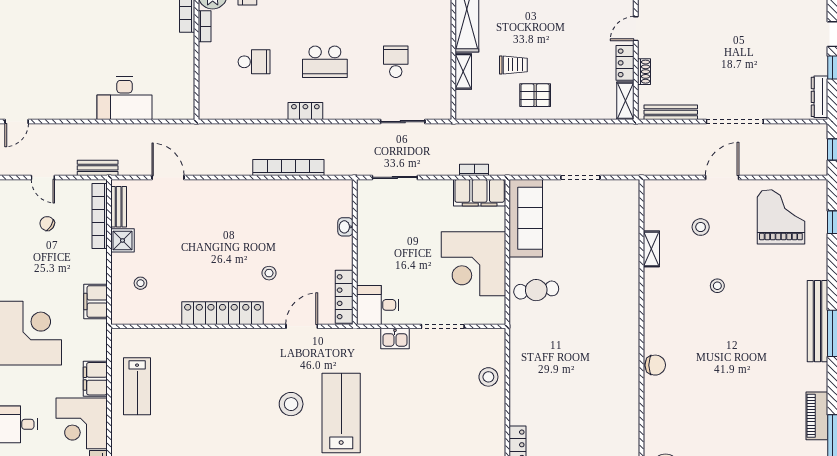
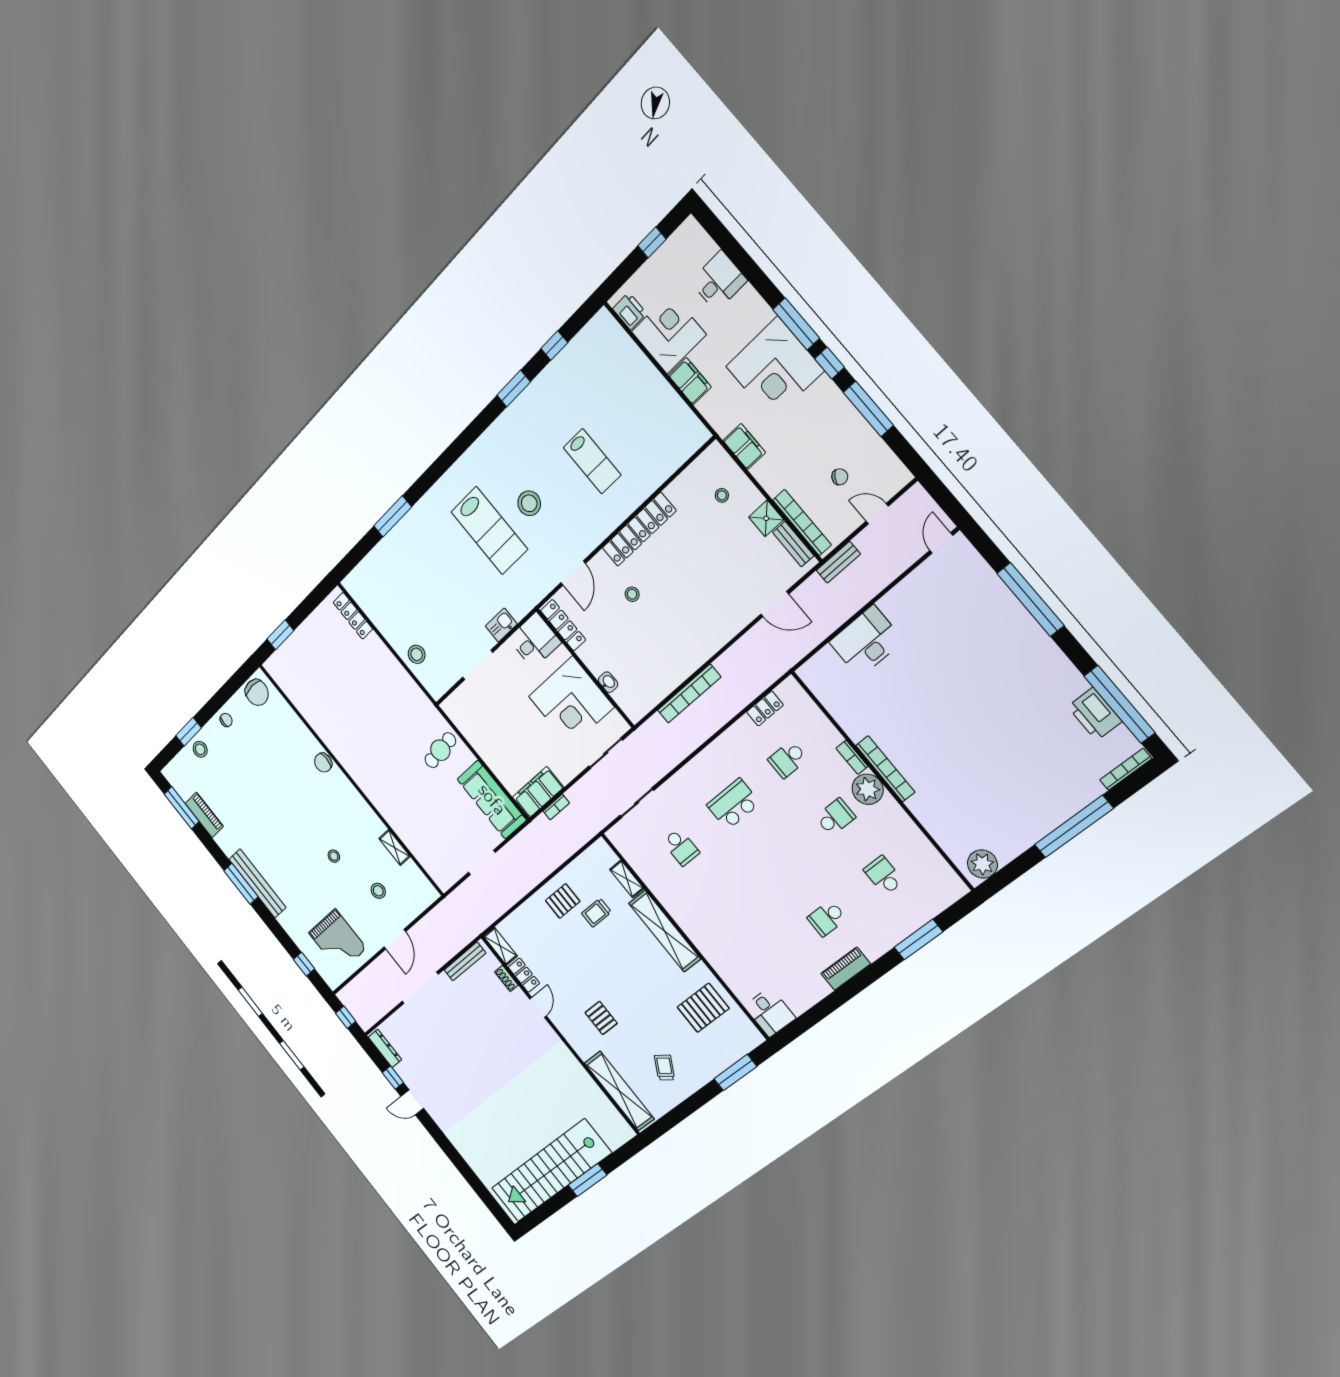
locker: (305, 111) -> (765, 708), moved
corner desk: (473, 264) -> (571, 702), moved, turned 180
lab bench: (137, 386) -> (592, 461), moved, turned 180

